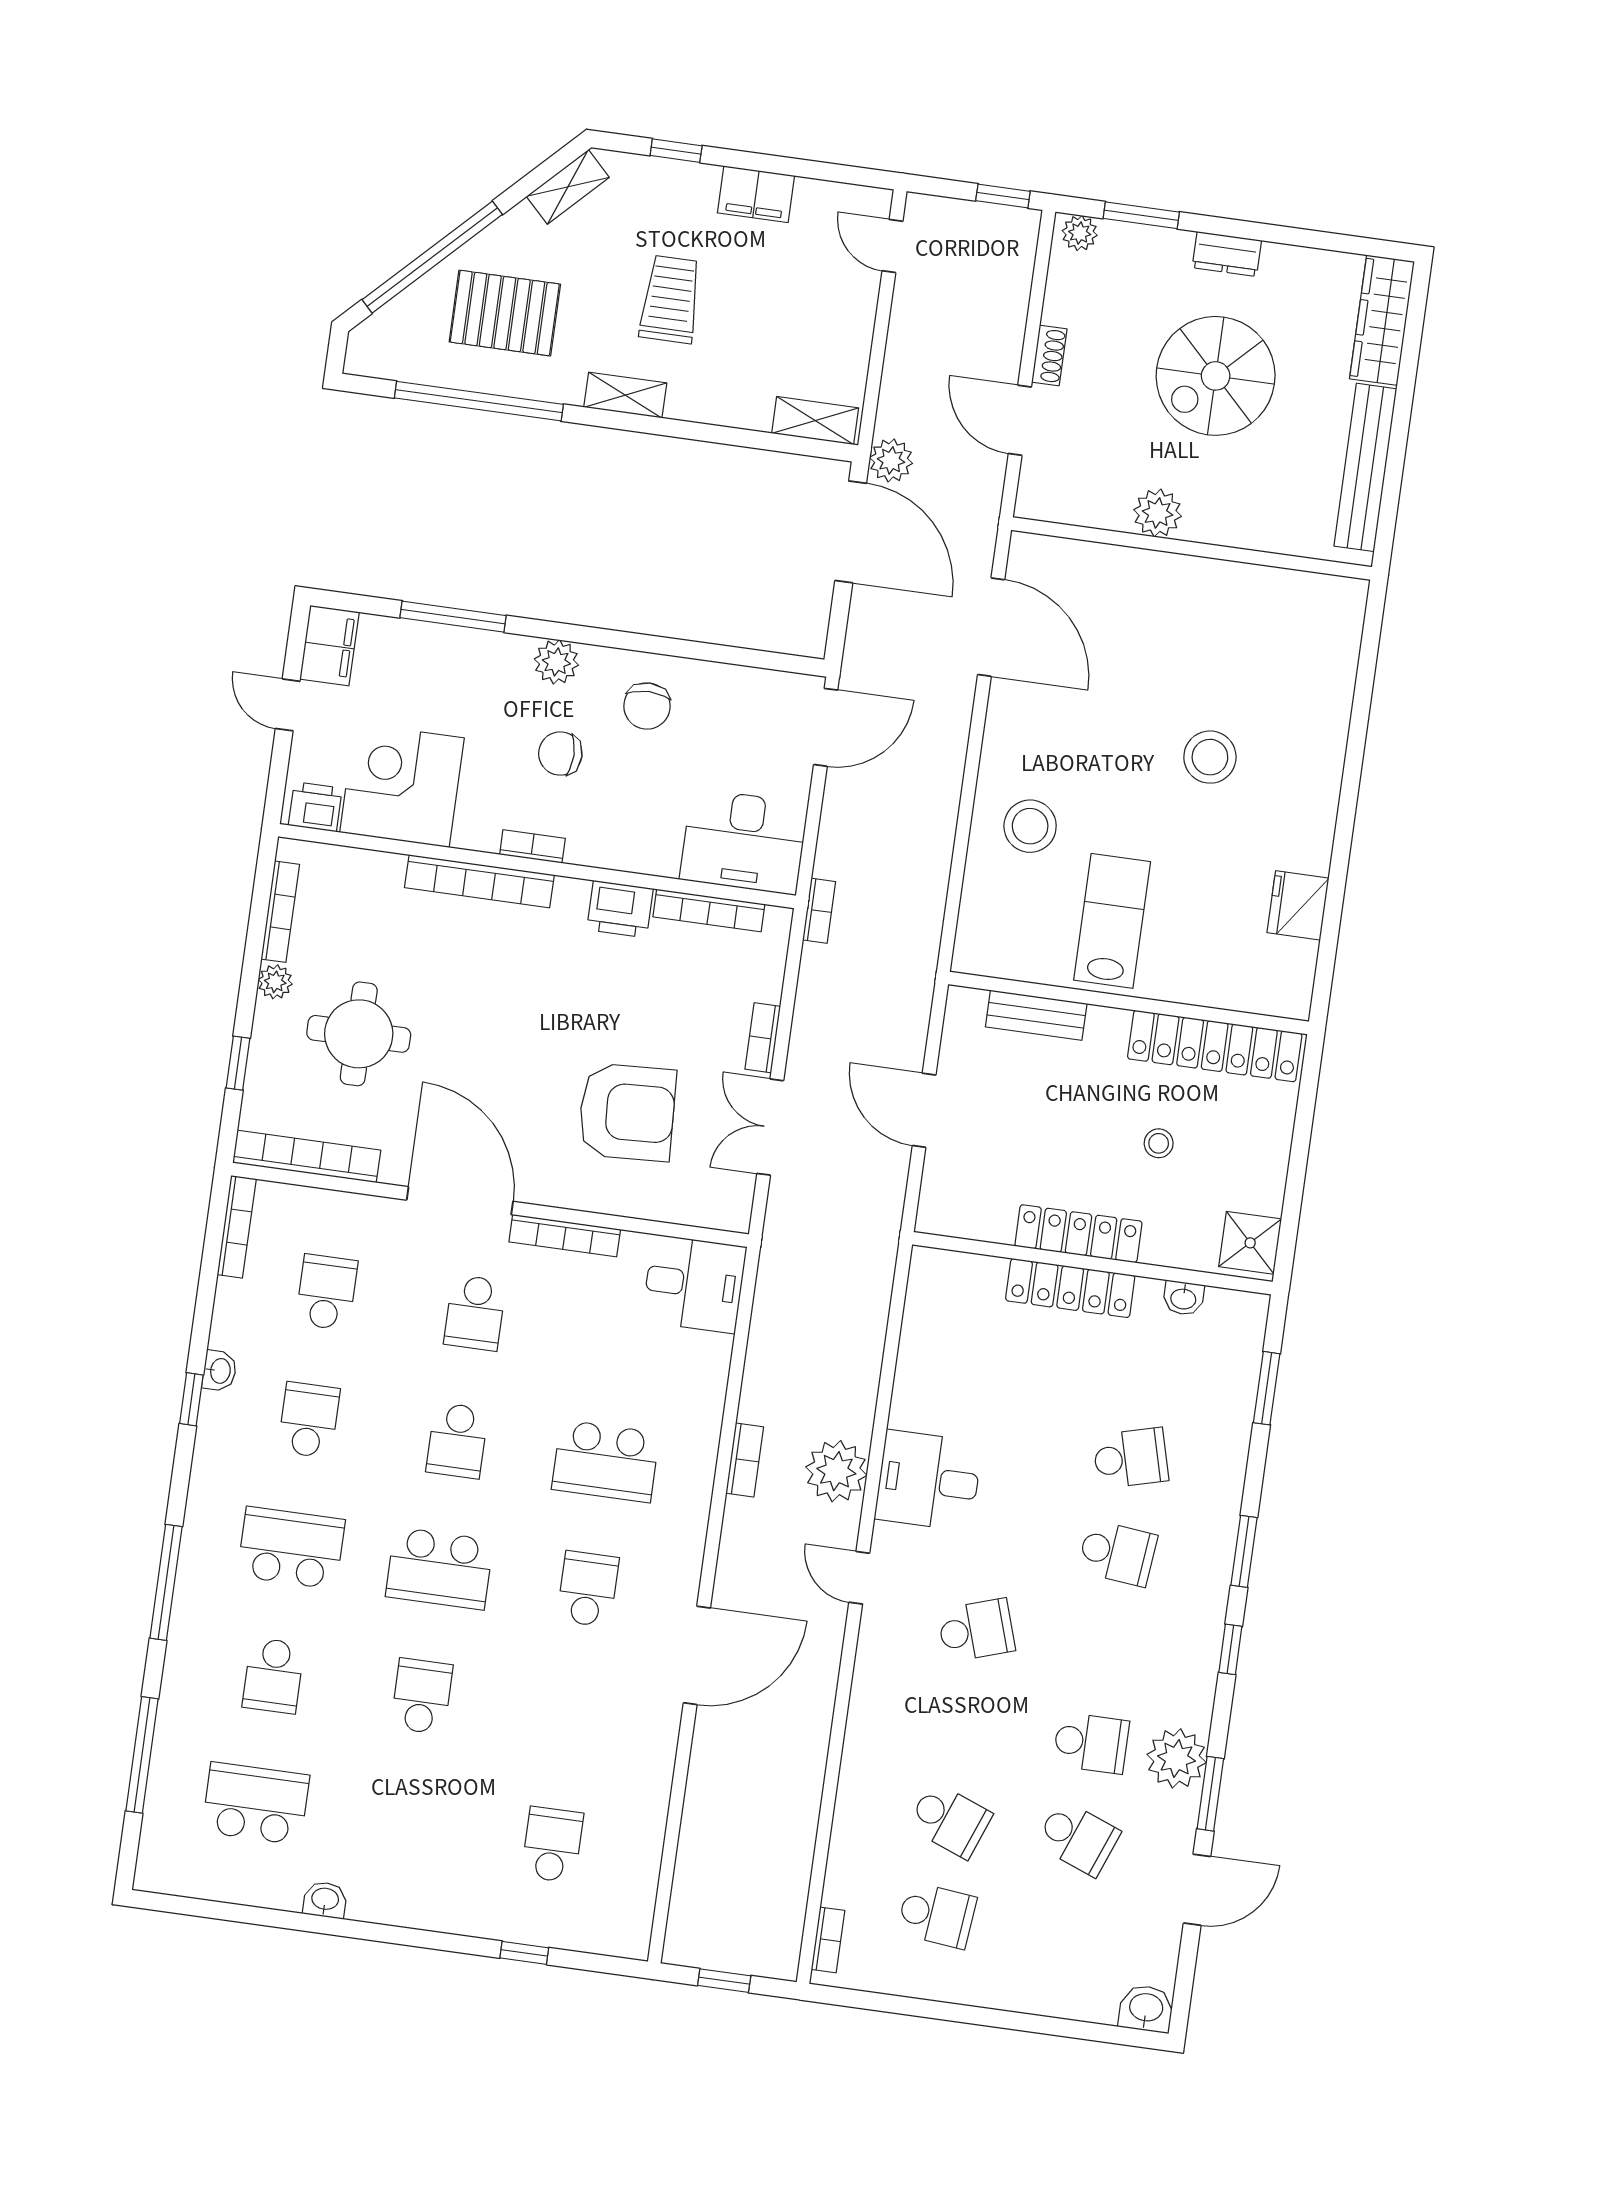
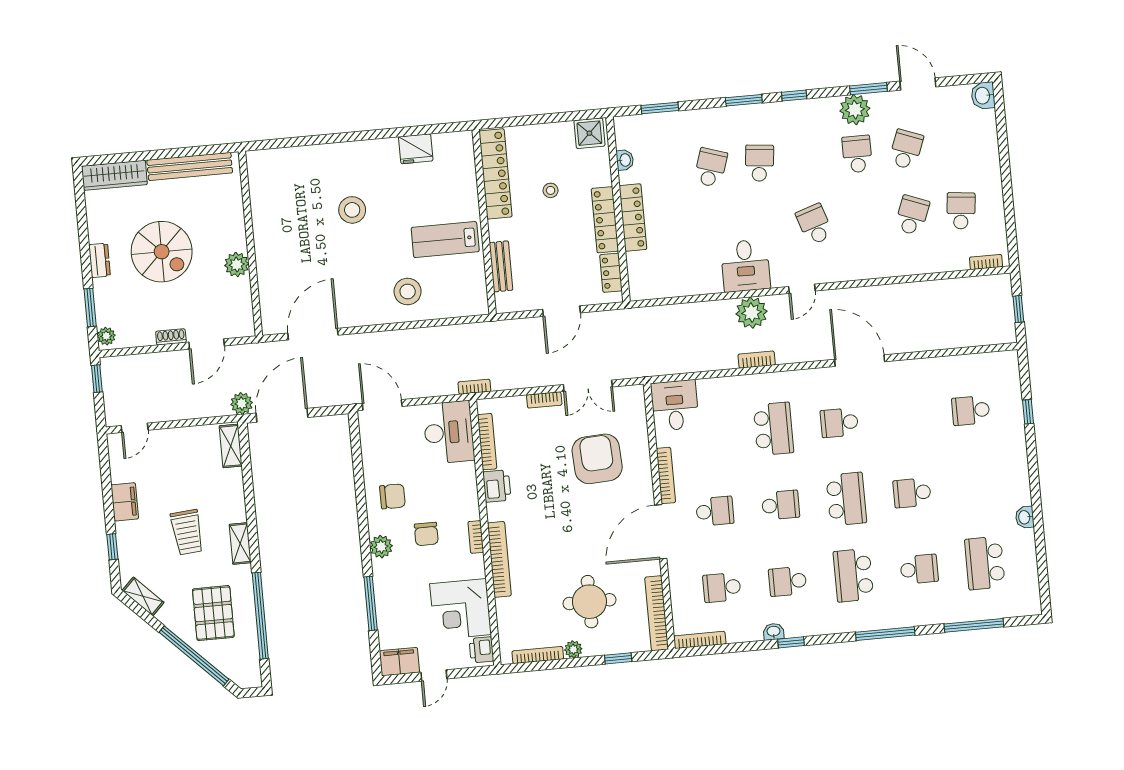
trolley: (670, 299) -> (187, 532), turned -95
locker: (975, 1222) -> (611, 273), added
school desk: (1131, 1458) -> (711, 168), turned 33

